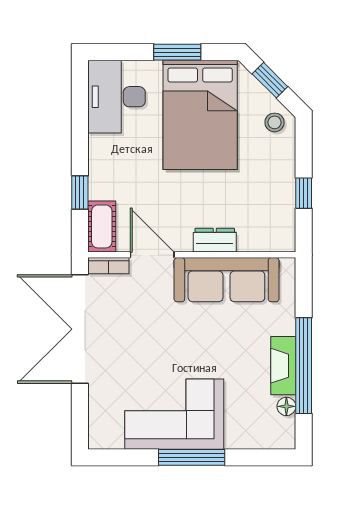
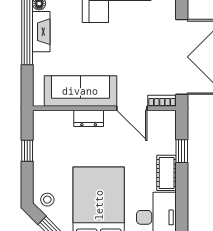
cot: (102, 226) -> (167, 173), moved

